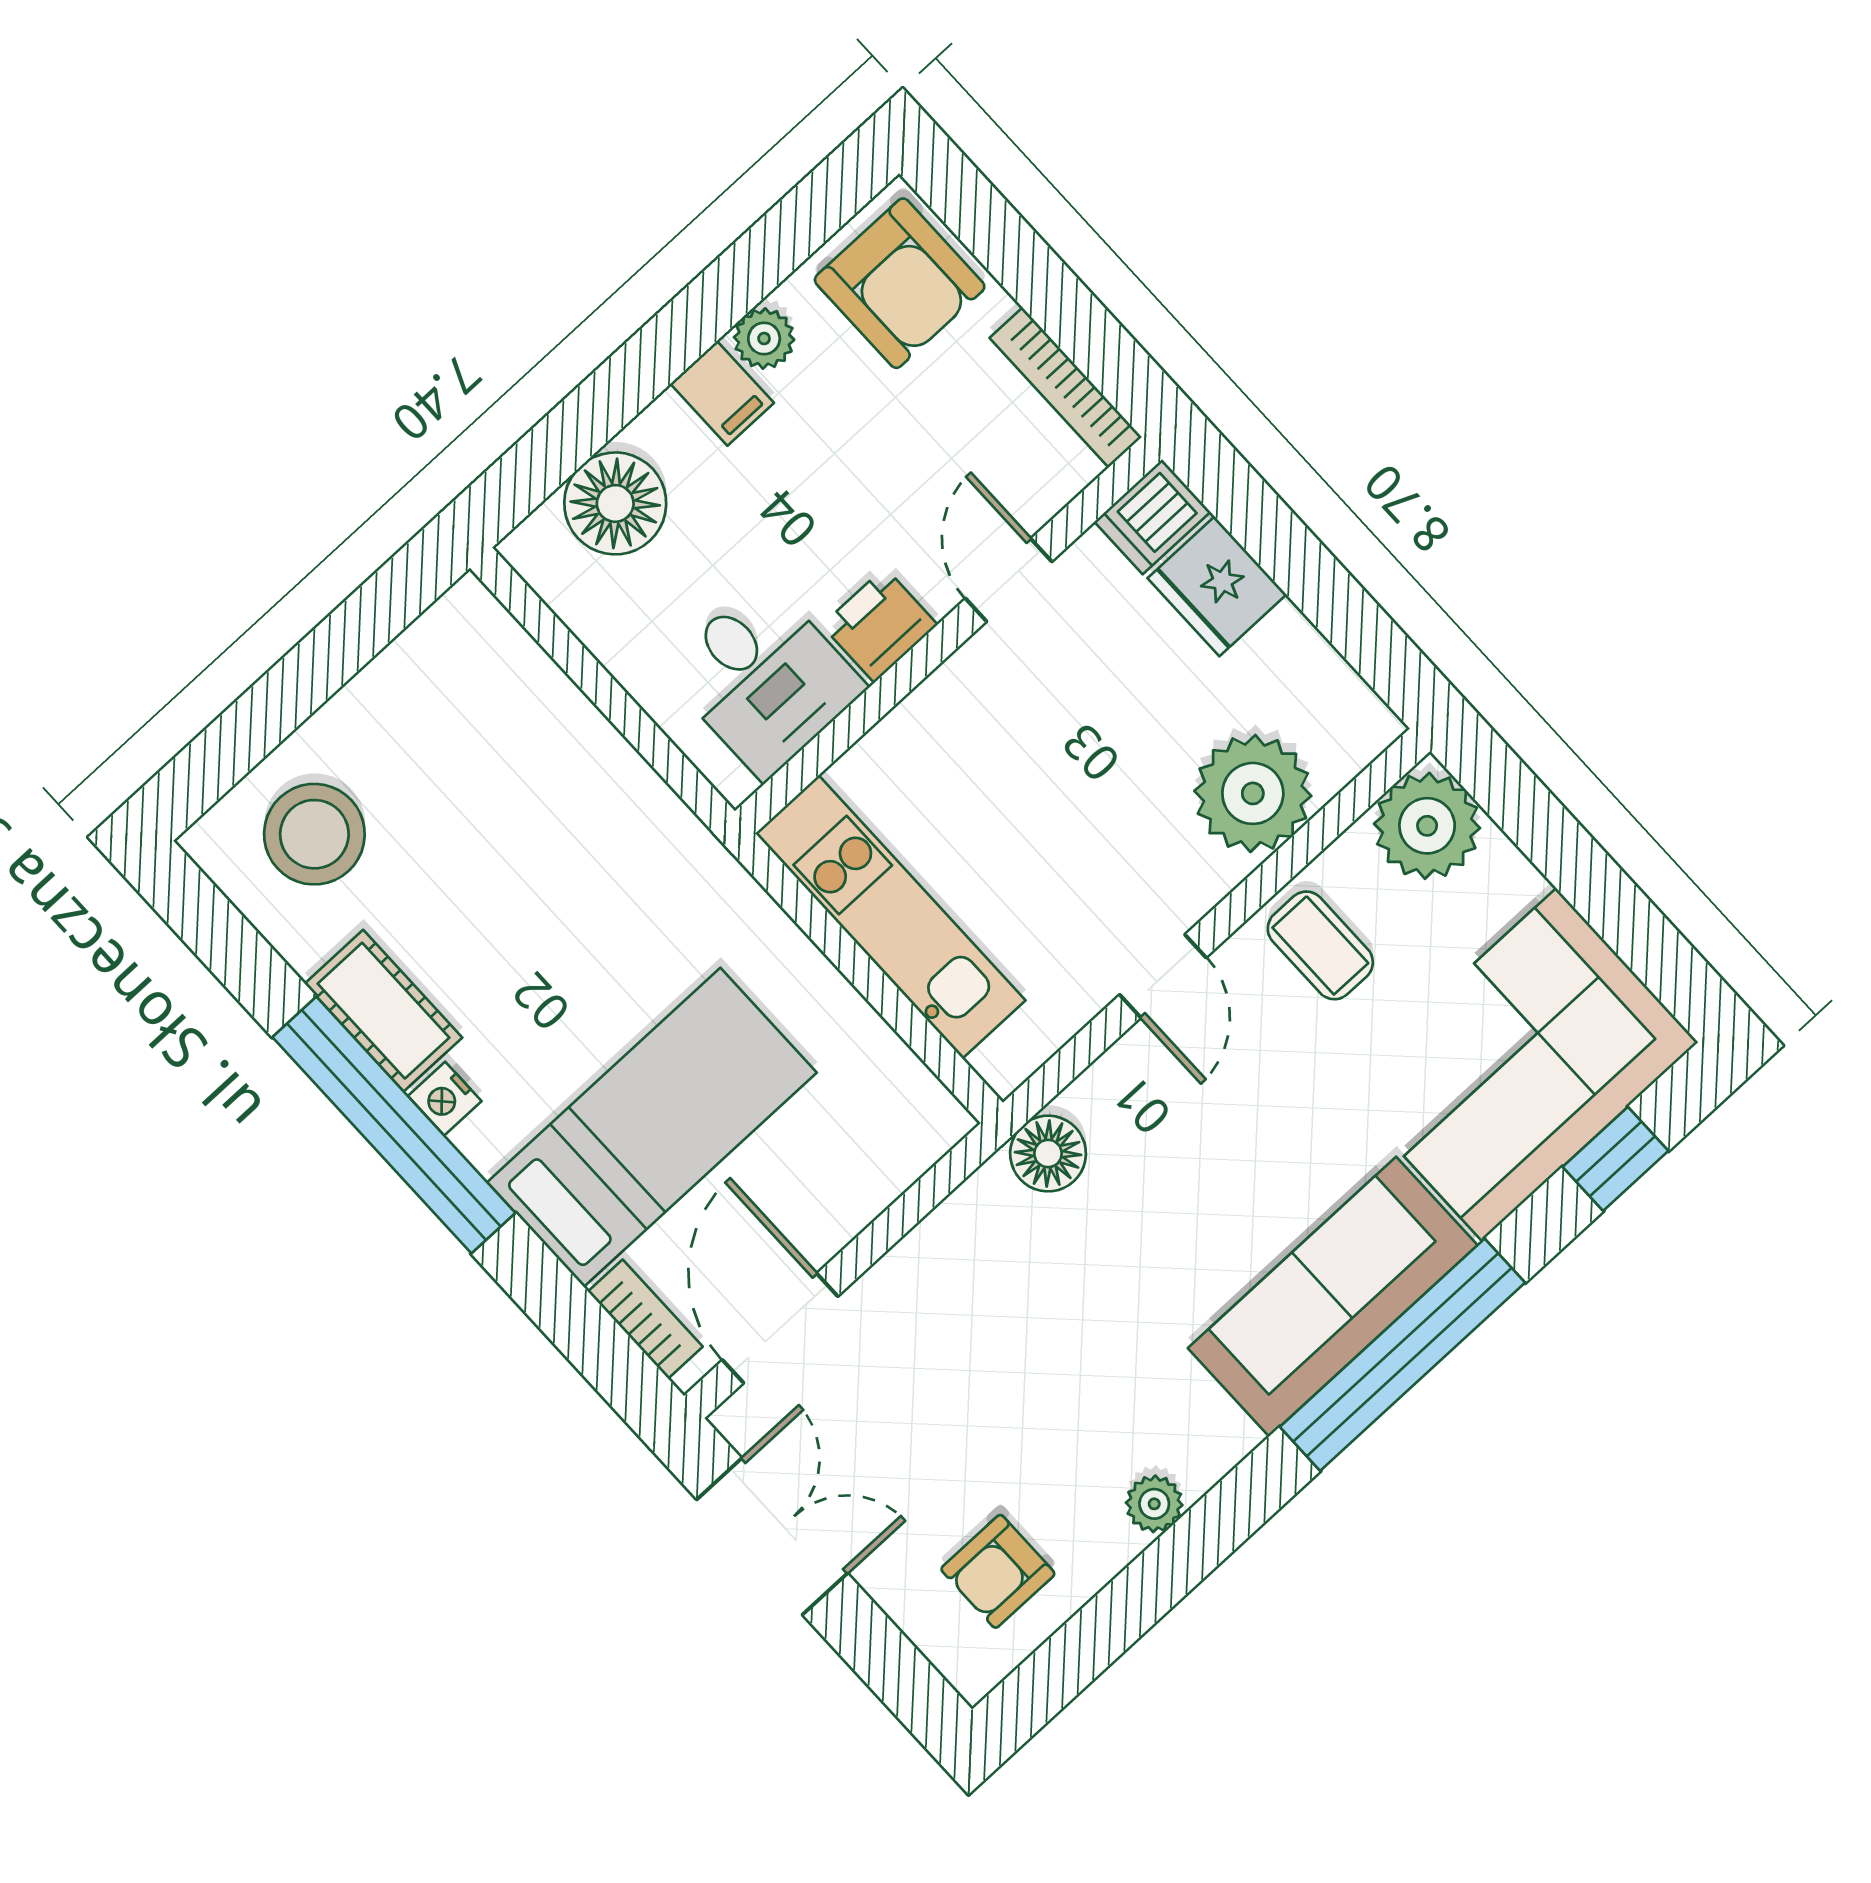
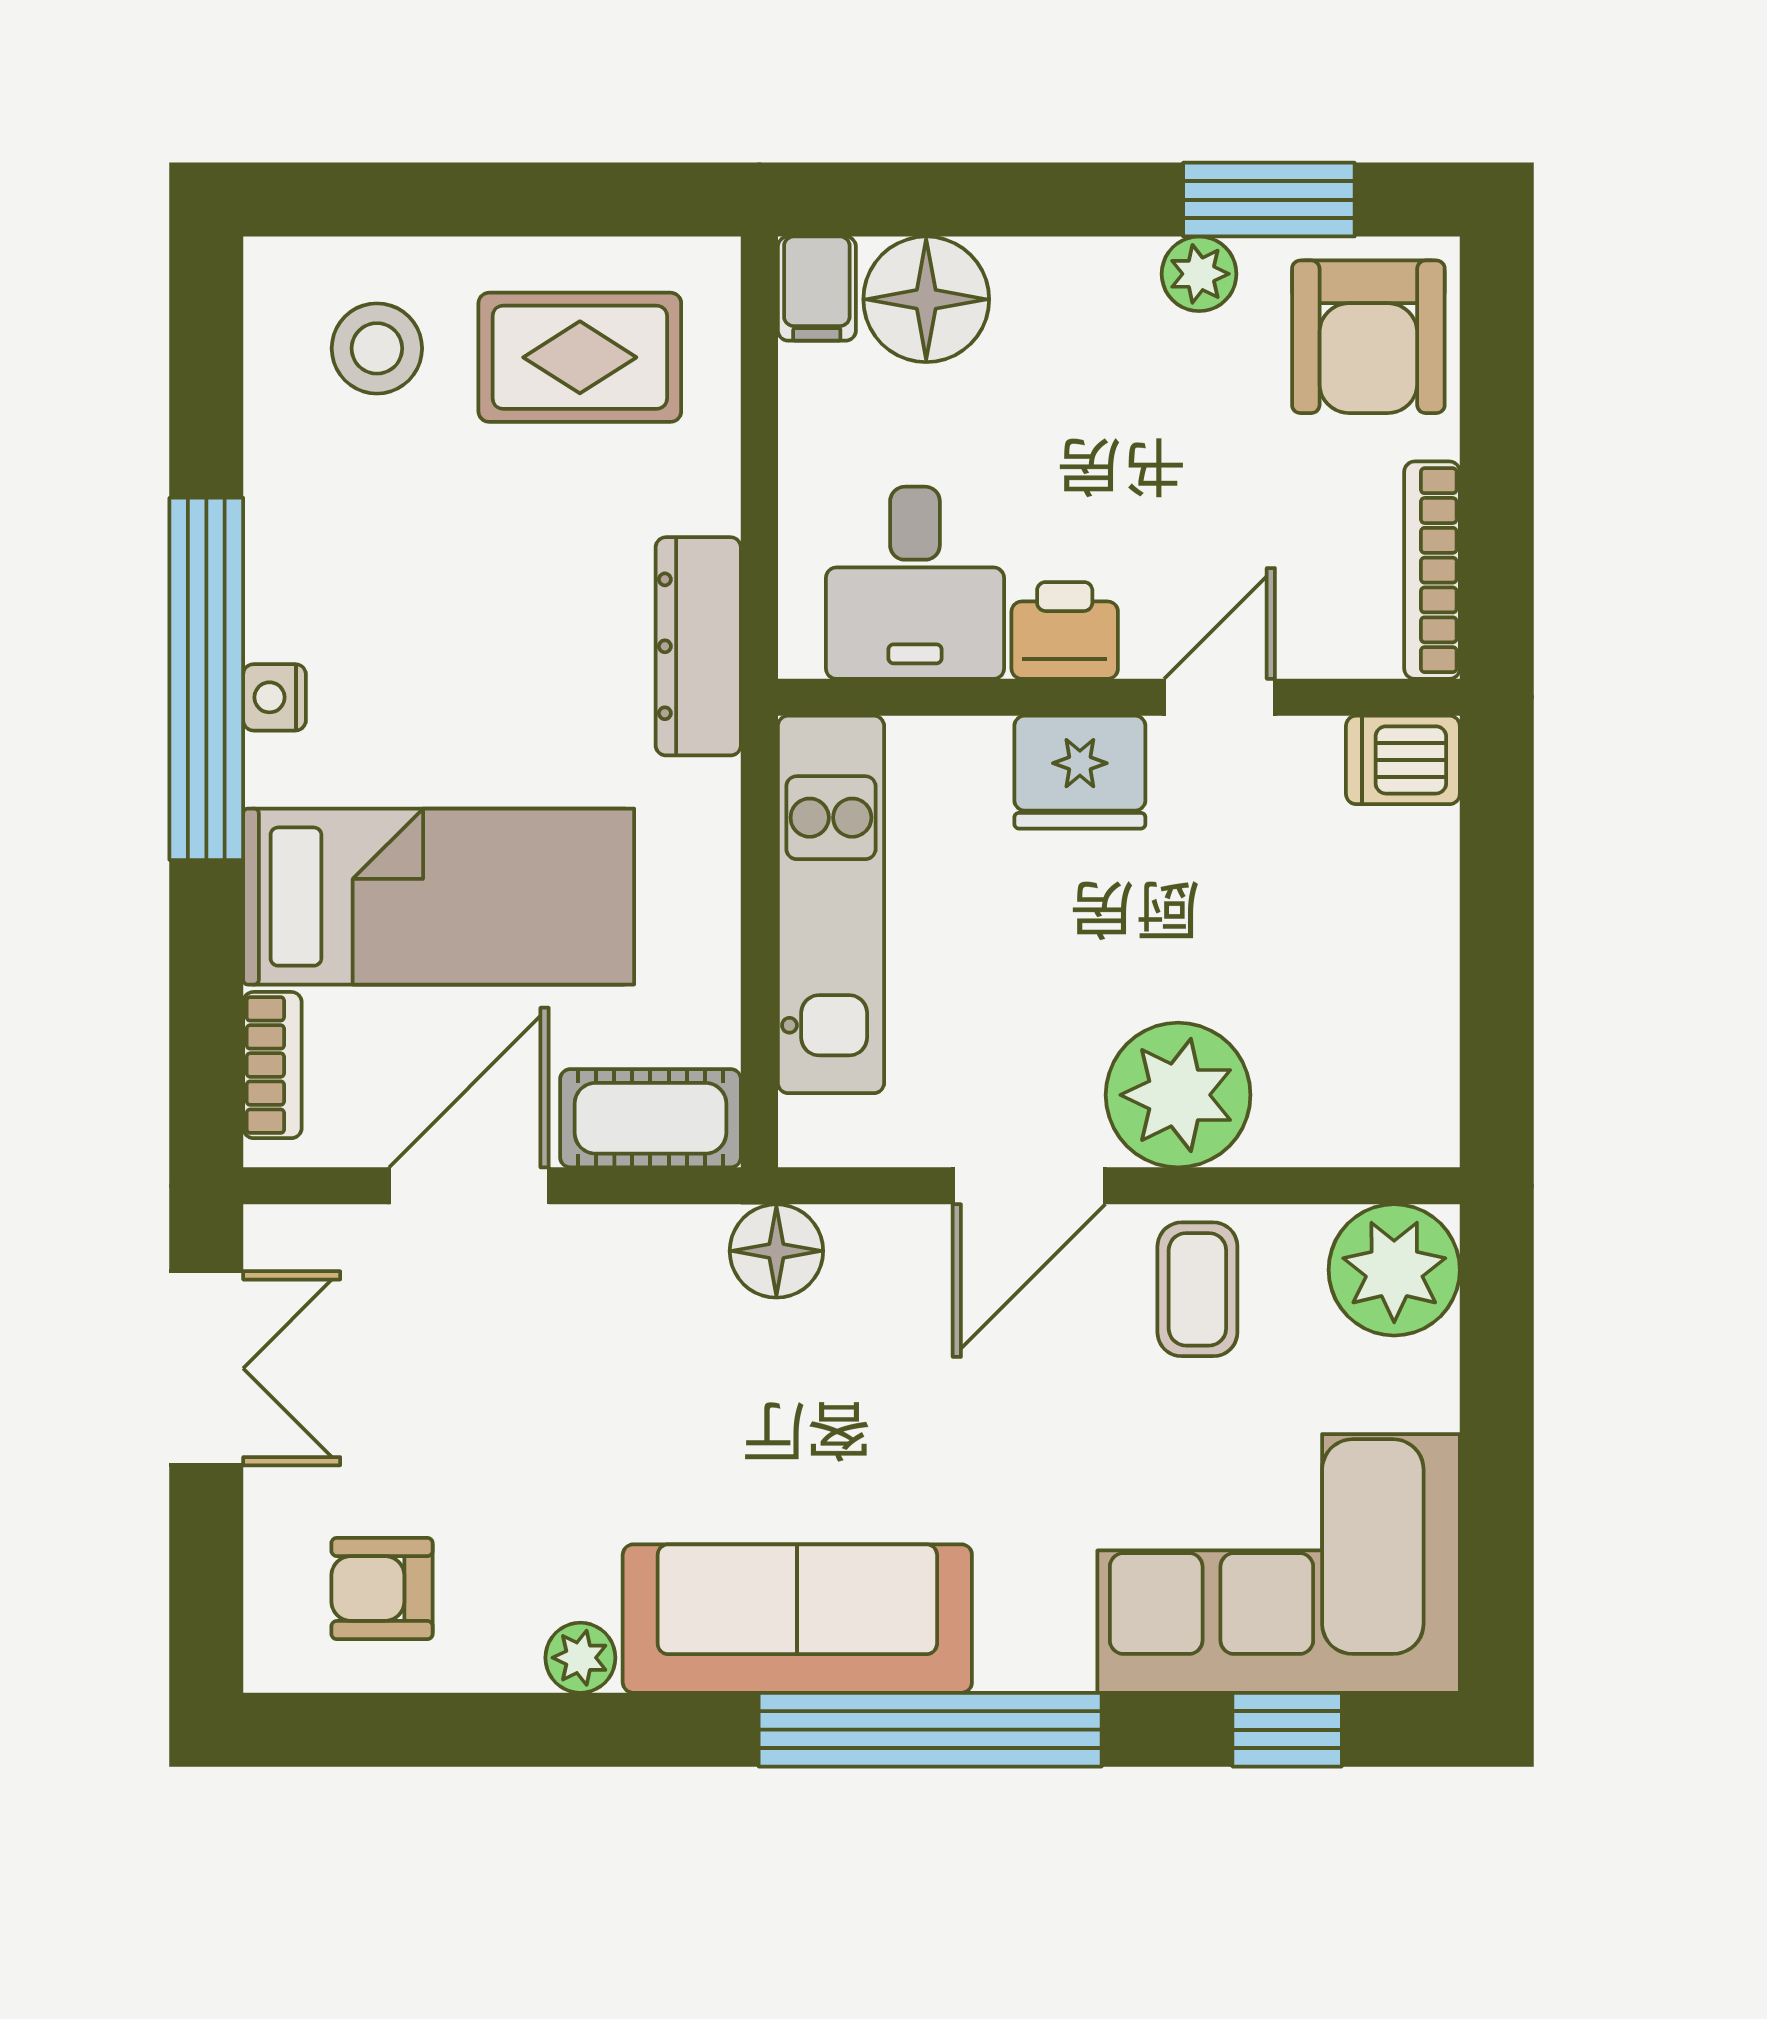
window: (765, 256) -> (1269, 200), added
filing cabinet: (722, 393) -> (817, 289), moved
fridge: (1217, 586) -> (1080, 772), moved, turned -90
rug: (440, 728) -> (580, 357), added
plant: (1253, 793) -> (1178, 1095), moved
stool: (314, 834) -> (377, 348), width x0.73, depth x0.73
dresser: (670, 836) -> (698, 646), added
door: (1163, 976) -> (1029, 1186), width x1.37
cot: (383, 1011) -> (650, 1118), moved, turned 90
sofa: (1333, 1297) -> (797, 1619), moved
door: (780, 1328) -> (469, 1186), moved

